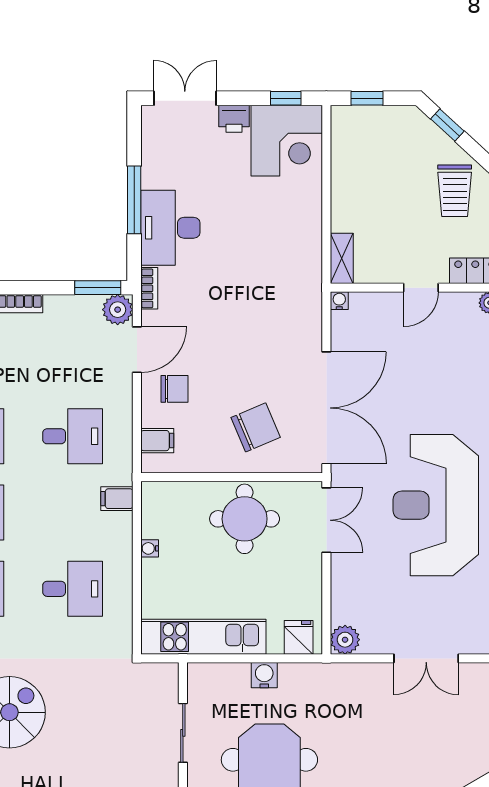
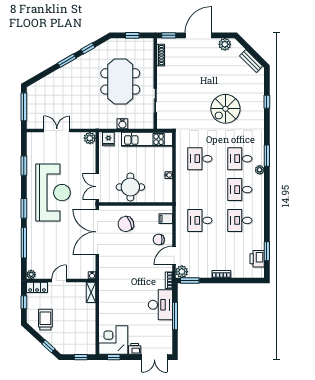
filing cabinet: (117, 499) -> (182, 195), removed

